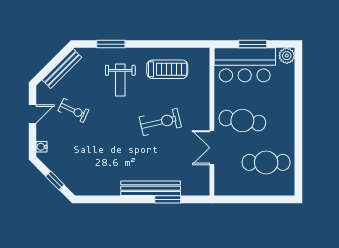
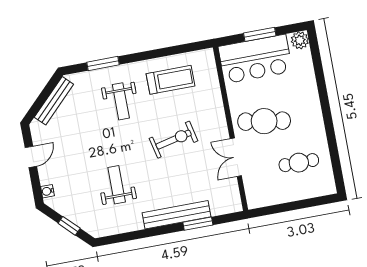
exercise bike: (73, 110) -> (75, 145), removed
weight bench: (103, 152) -> (117, 185), added
cafe table: (266, 162) -> (299, 163), width x0.73, depth x0.74

